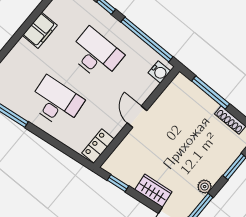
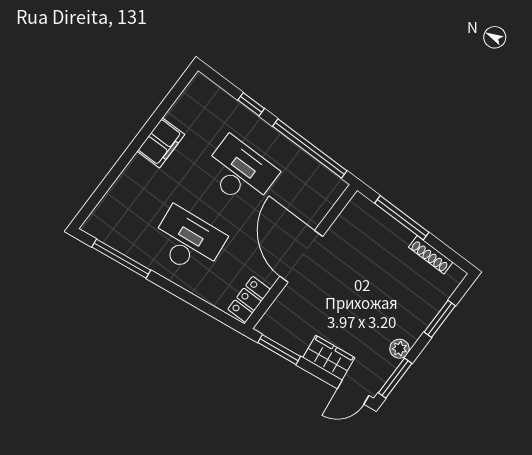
water cooler: (159, 72) -> (329, 193), removed
door: (137, 117) -> (301, 256), width x1.87
window: (118, 183) -> (279, 350), width x1.50

